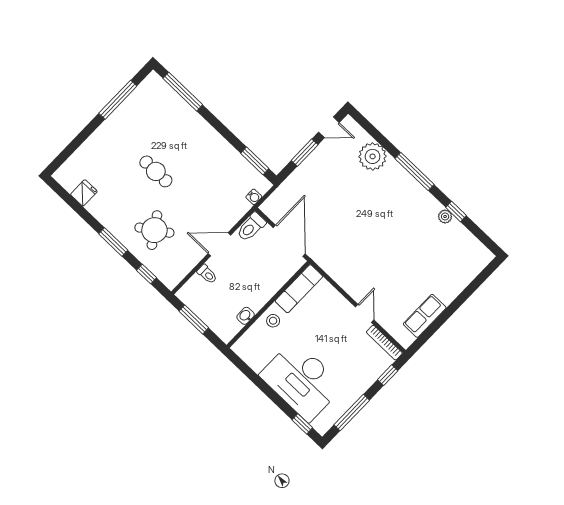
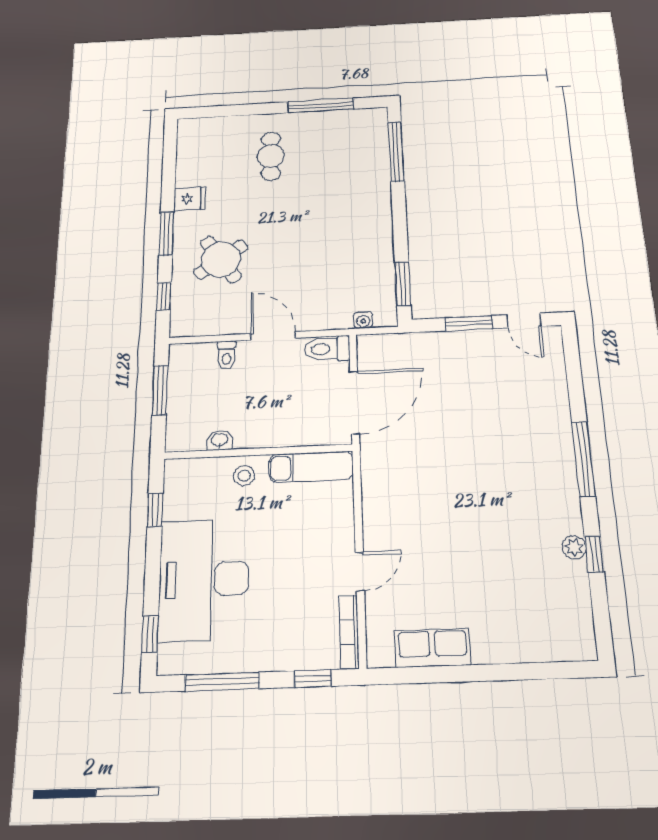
plant: (373, 156) -> (546, 396), removed
cafe table: (156, 171) -> (271, 156), moved
fridge: (84, 193) -> (190, 199), moved
window: (249, 373) -> (155, 510), added

